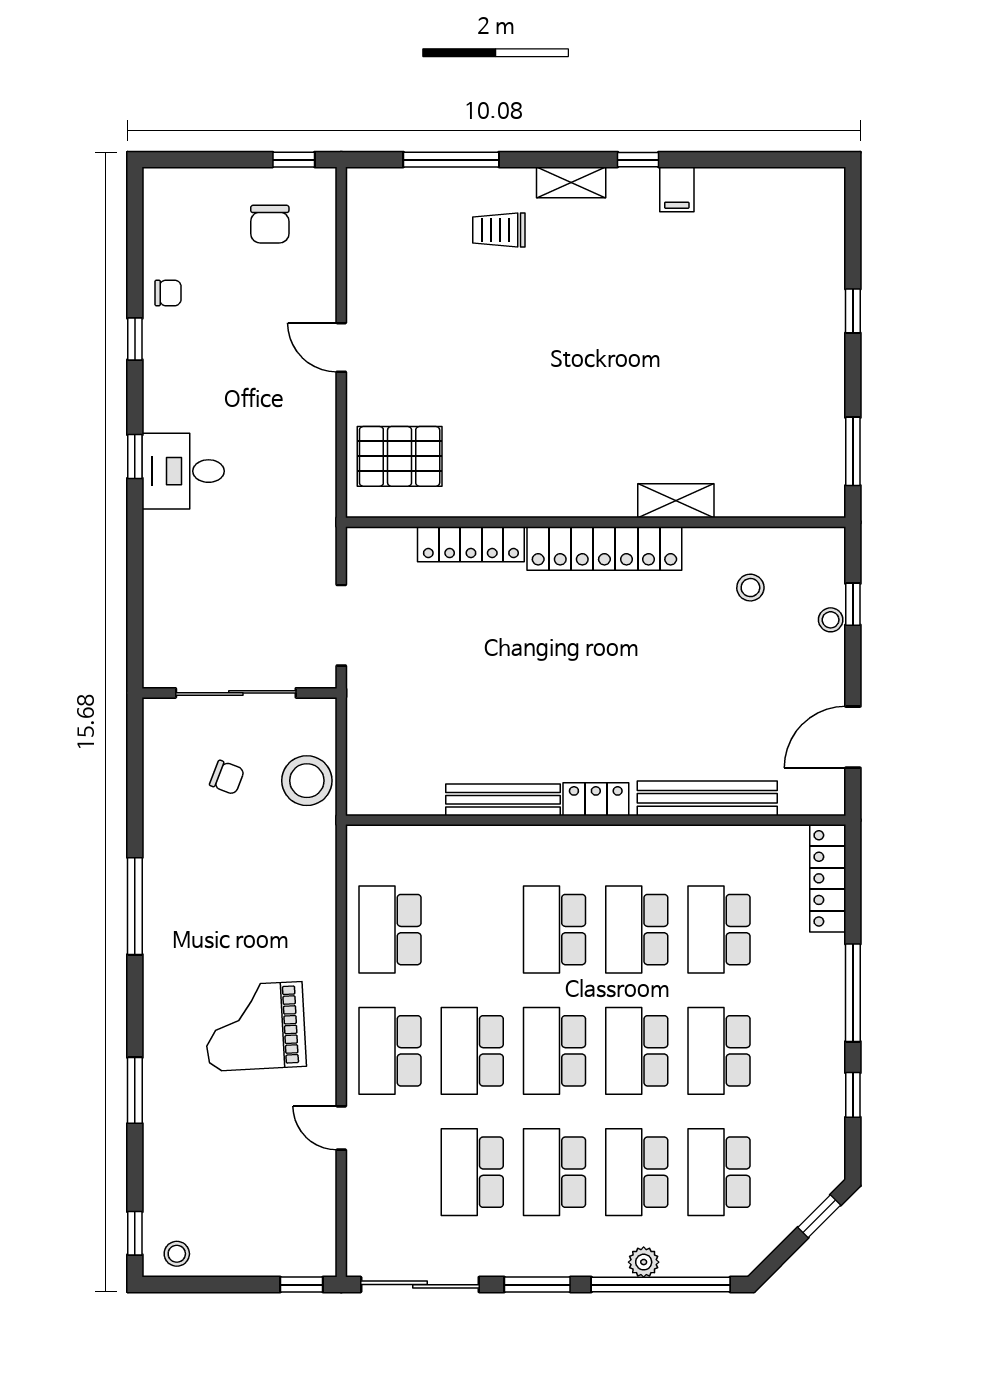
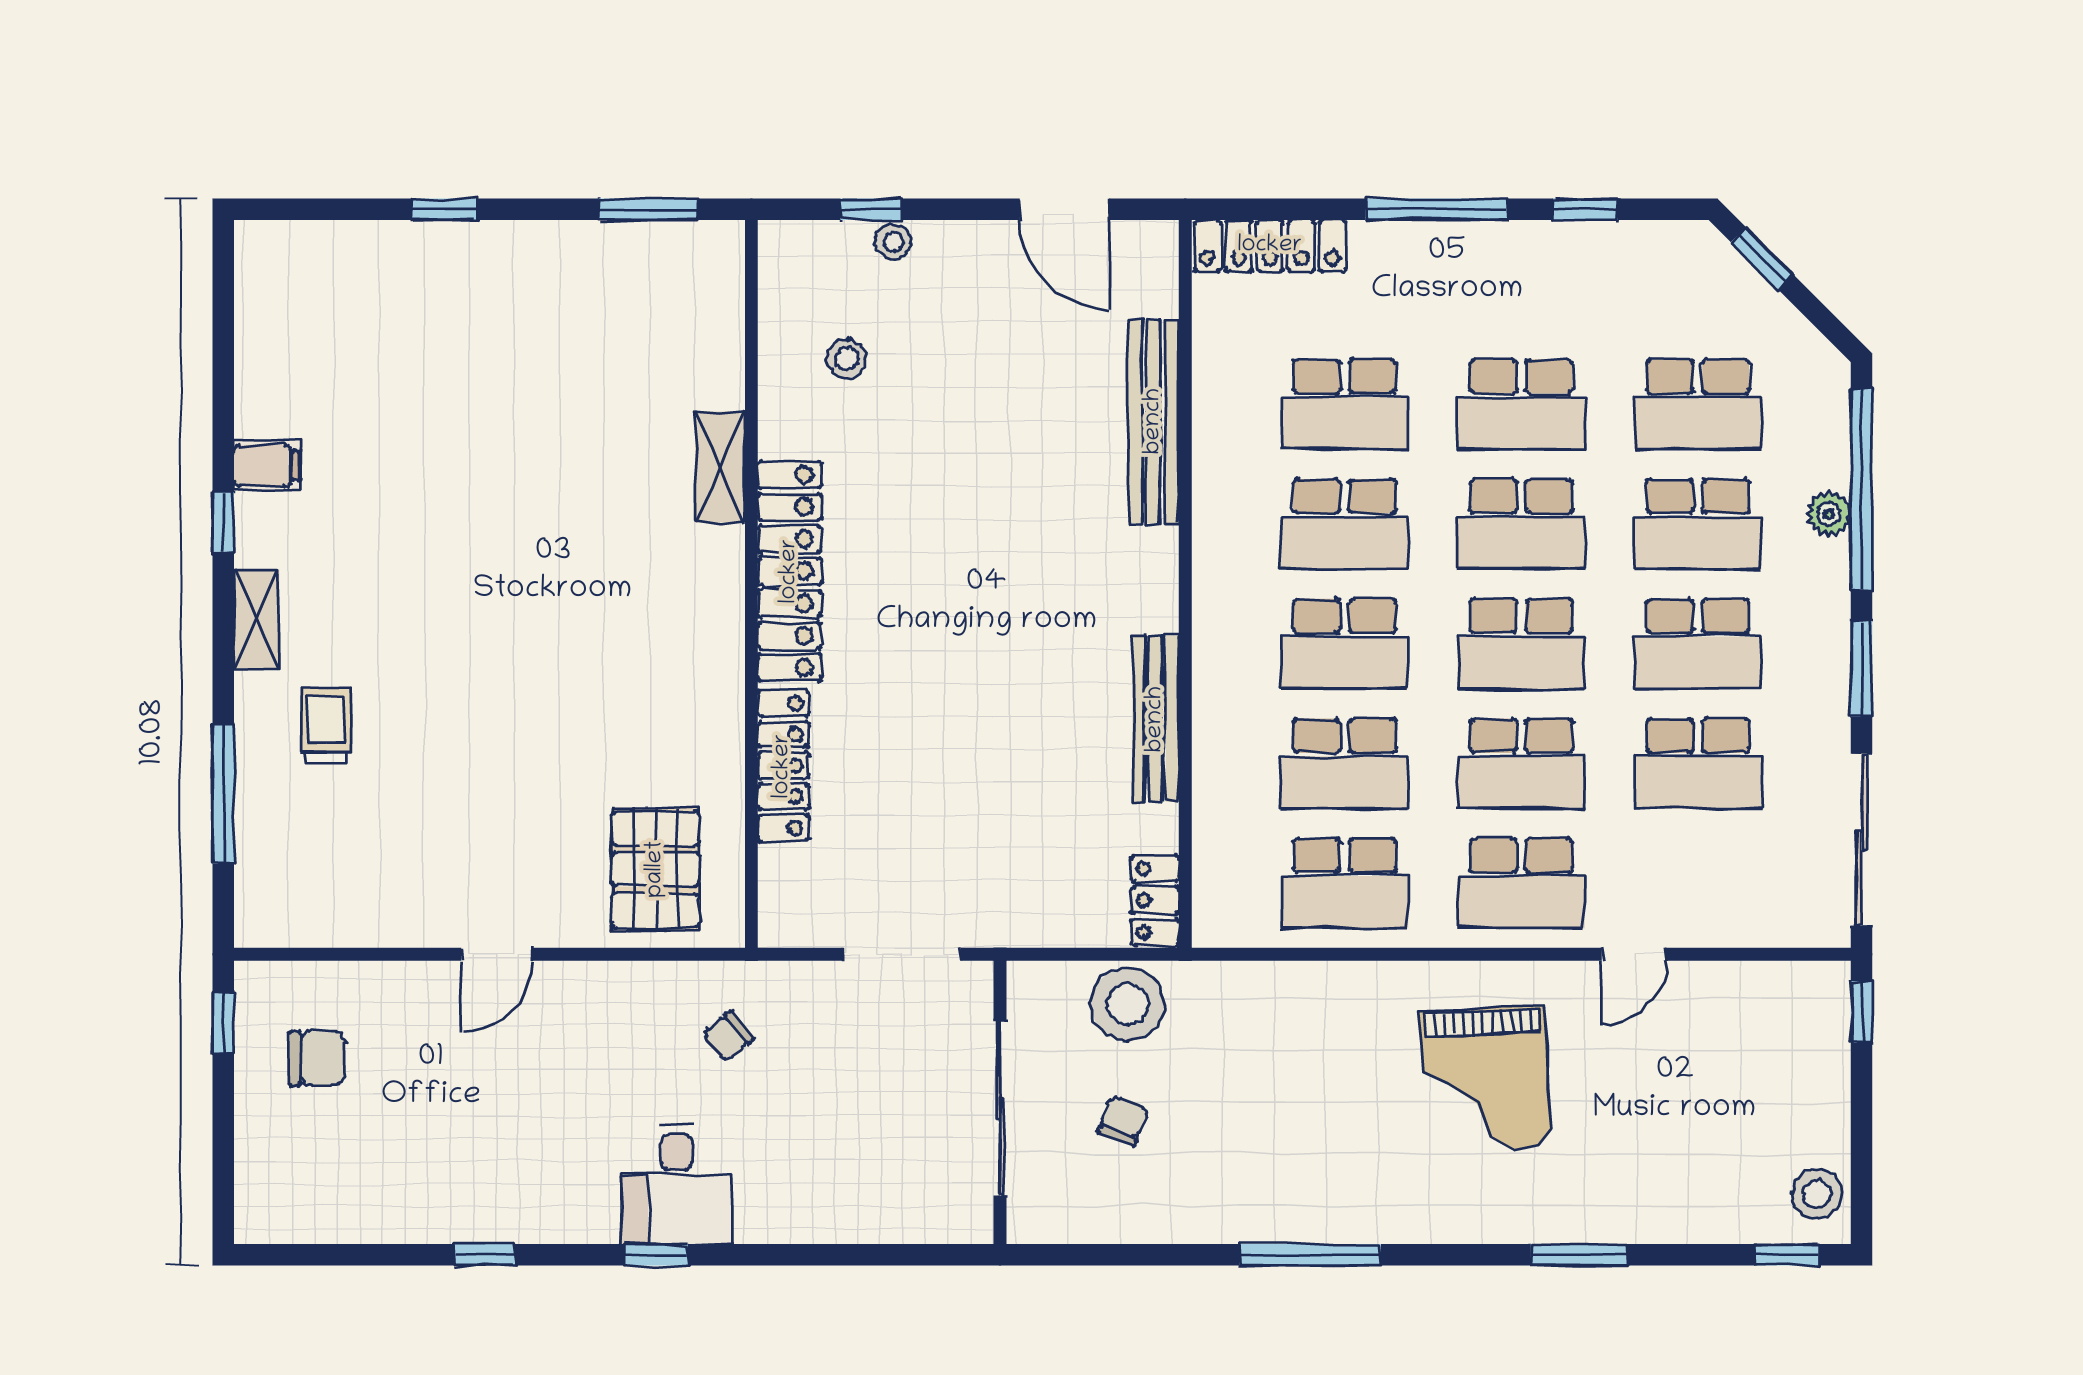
trolley: (499, 230) -> (326, 725), turned 180
chair: (168, 293) -> (728, 1036), moved, turned -128
locker: (596, 799) -> (1155, 900), moved
school desk: (472, 930) -> (1345, 764), added
stool: (177, 1254) -> (1817, 1194), width x1.37, depth x1.37

